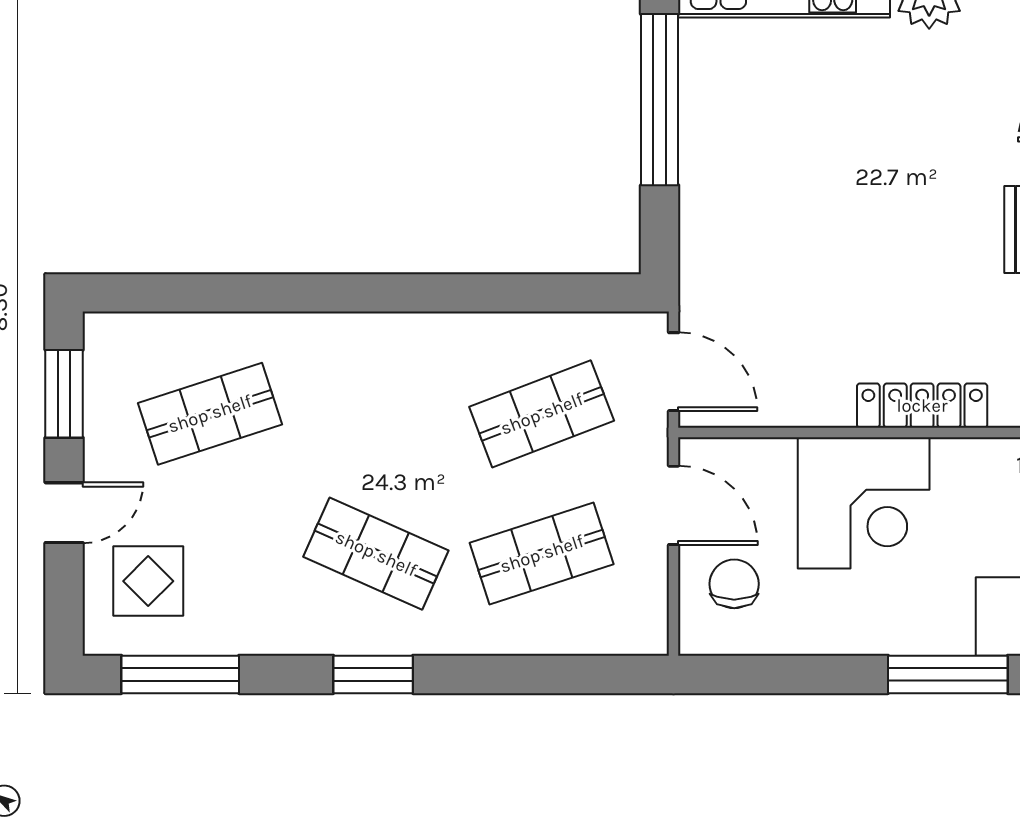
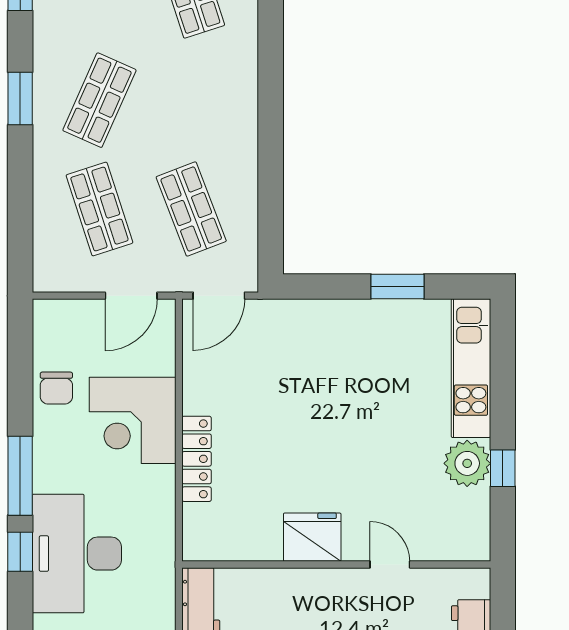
window: (660, 100) -> (397, 286), width x0.47
chair: (734, 584) -> (56, 388), moved, turned 90

